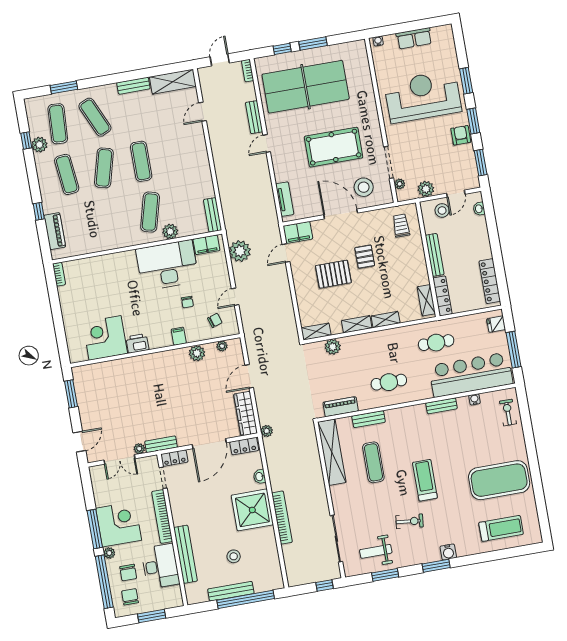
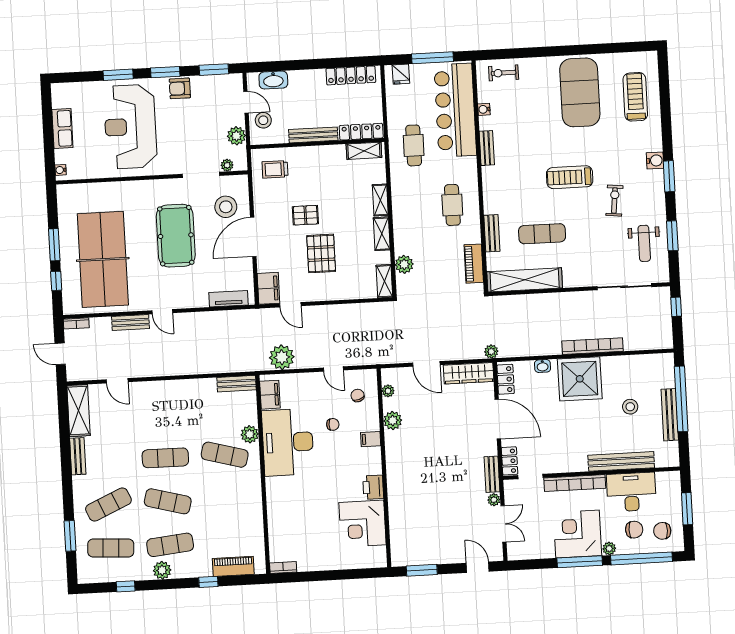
plant: (39, 145) -> (162, 570), moved
washbasin: (479, 209) -> (273, 80), width x1.91, depth x1.45

